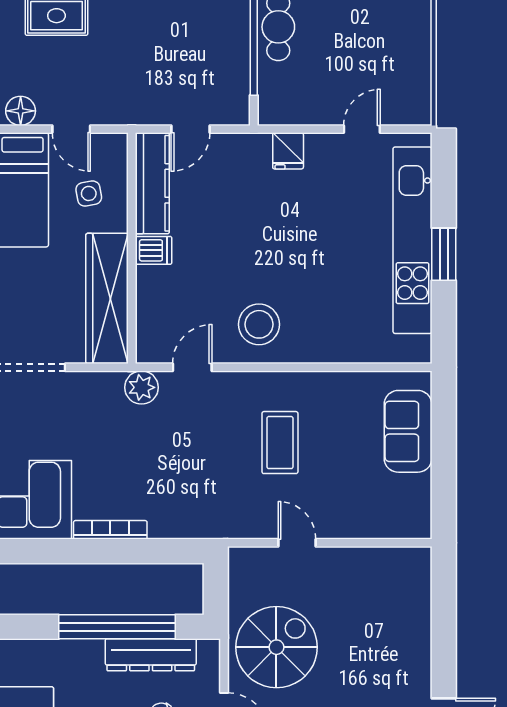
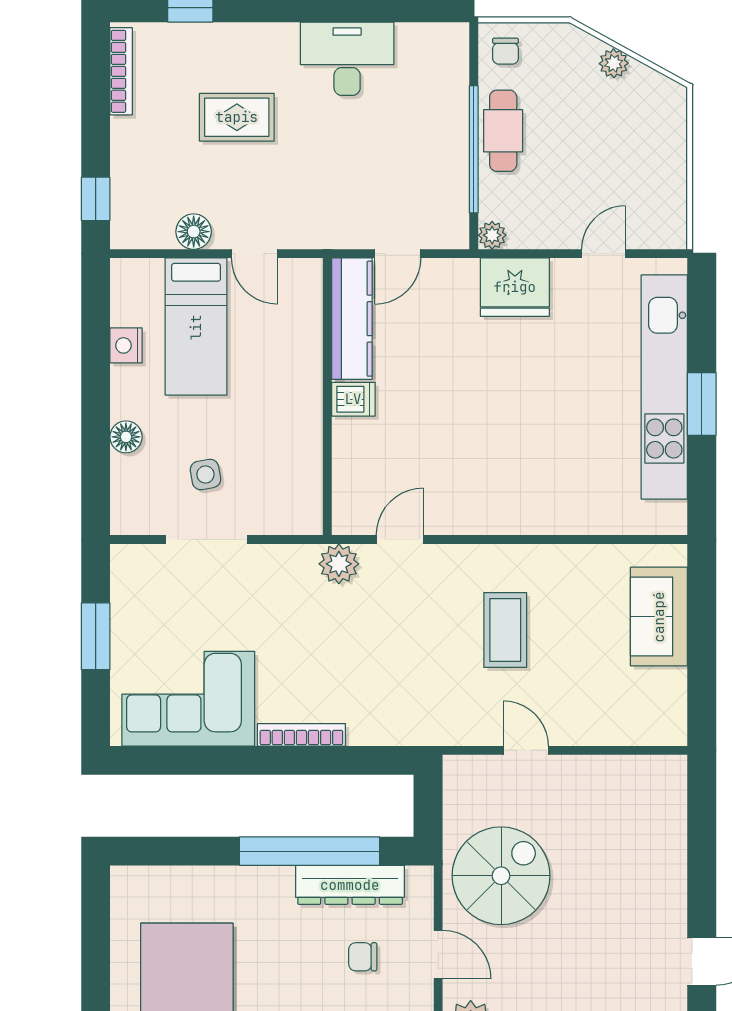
plant: (269, 114) -> (492, 235), added
fridge: (288, 151) -> (515, 287), width x1.88, depth x1.34
side table: (89, 193) -> (205, 474), moved
wardrobe: (107, 298) -> (298, 457), removed
stool: (259, 324) -> (480, 488), removed

